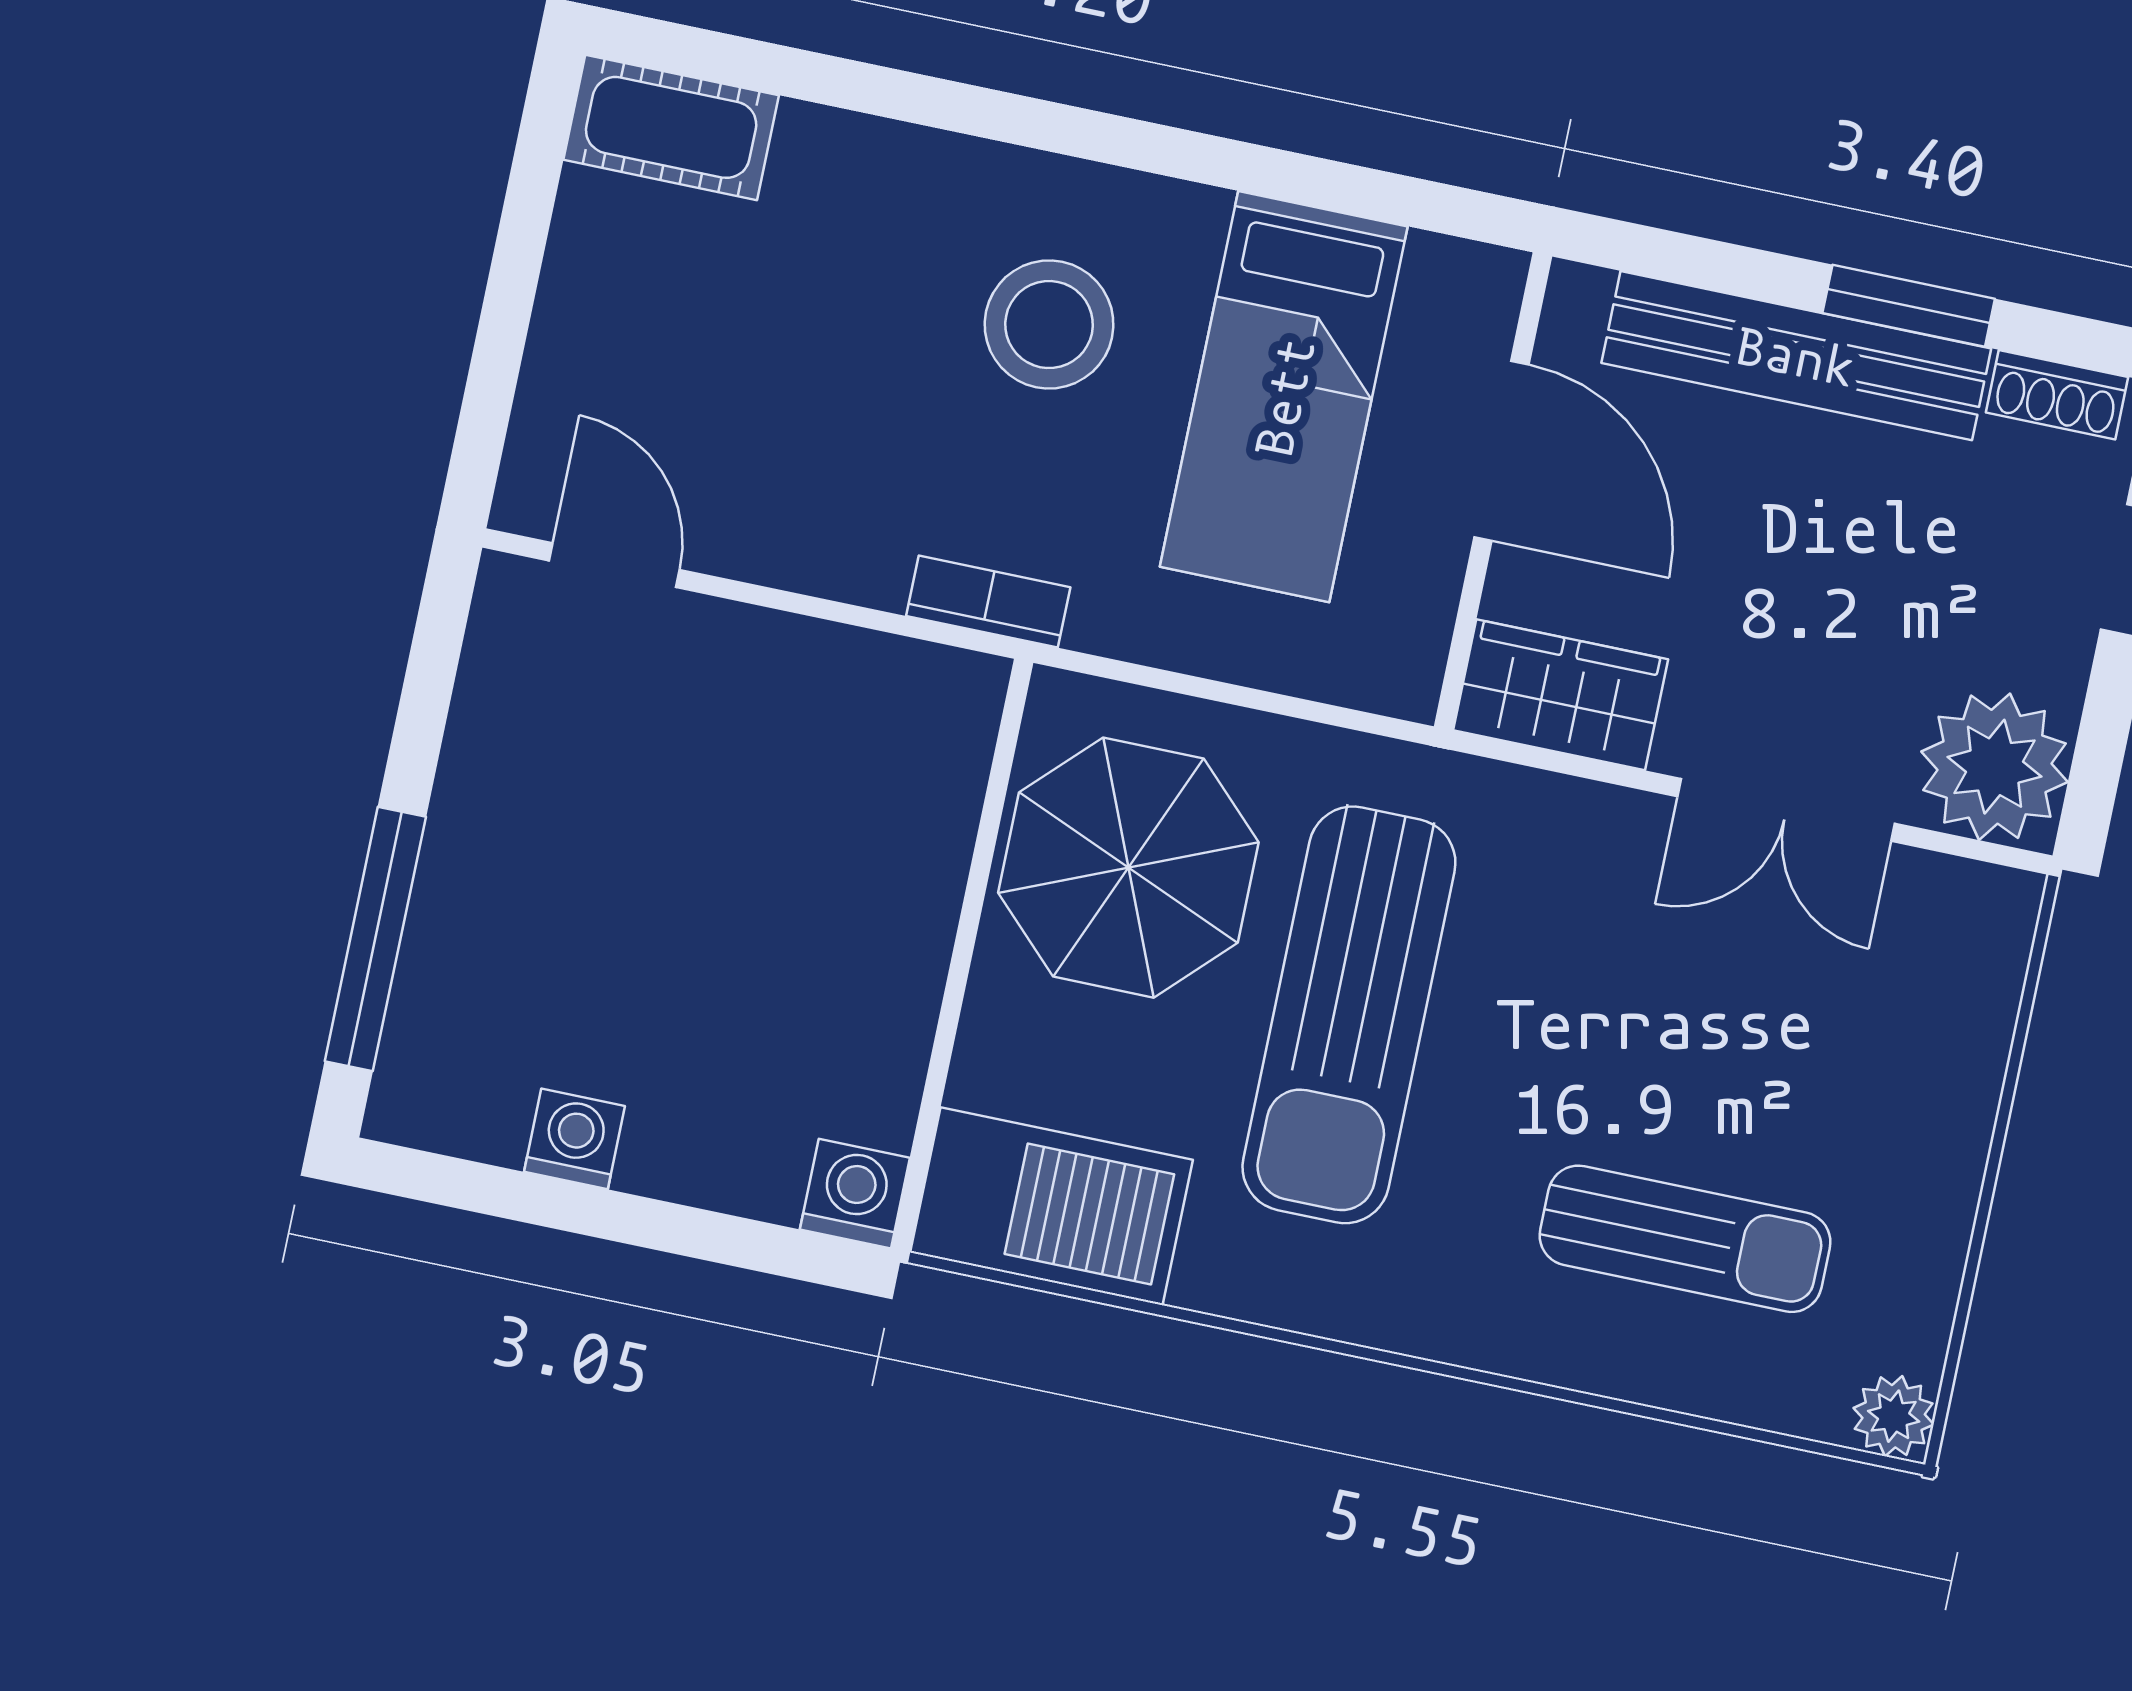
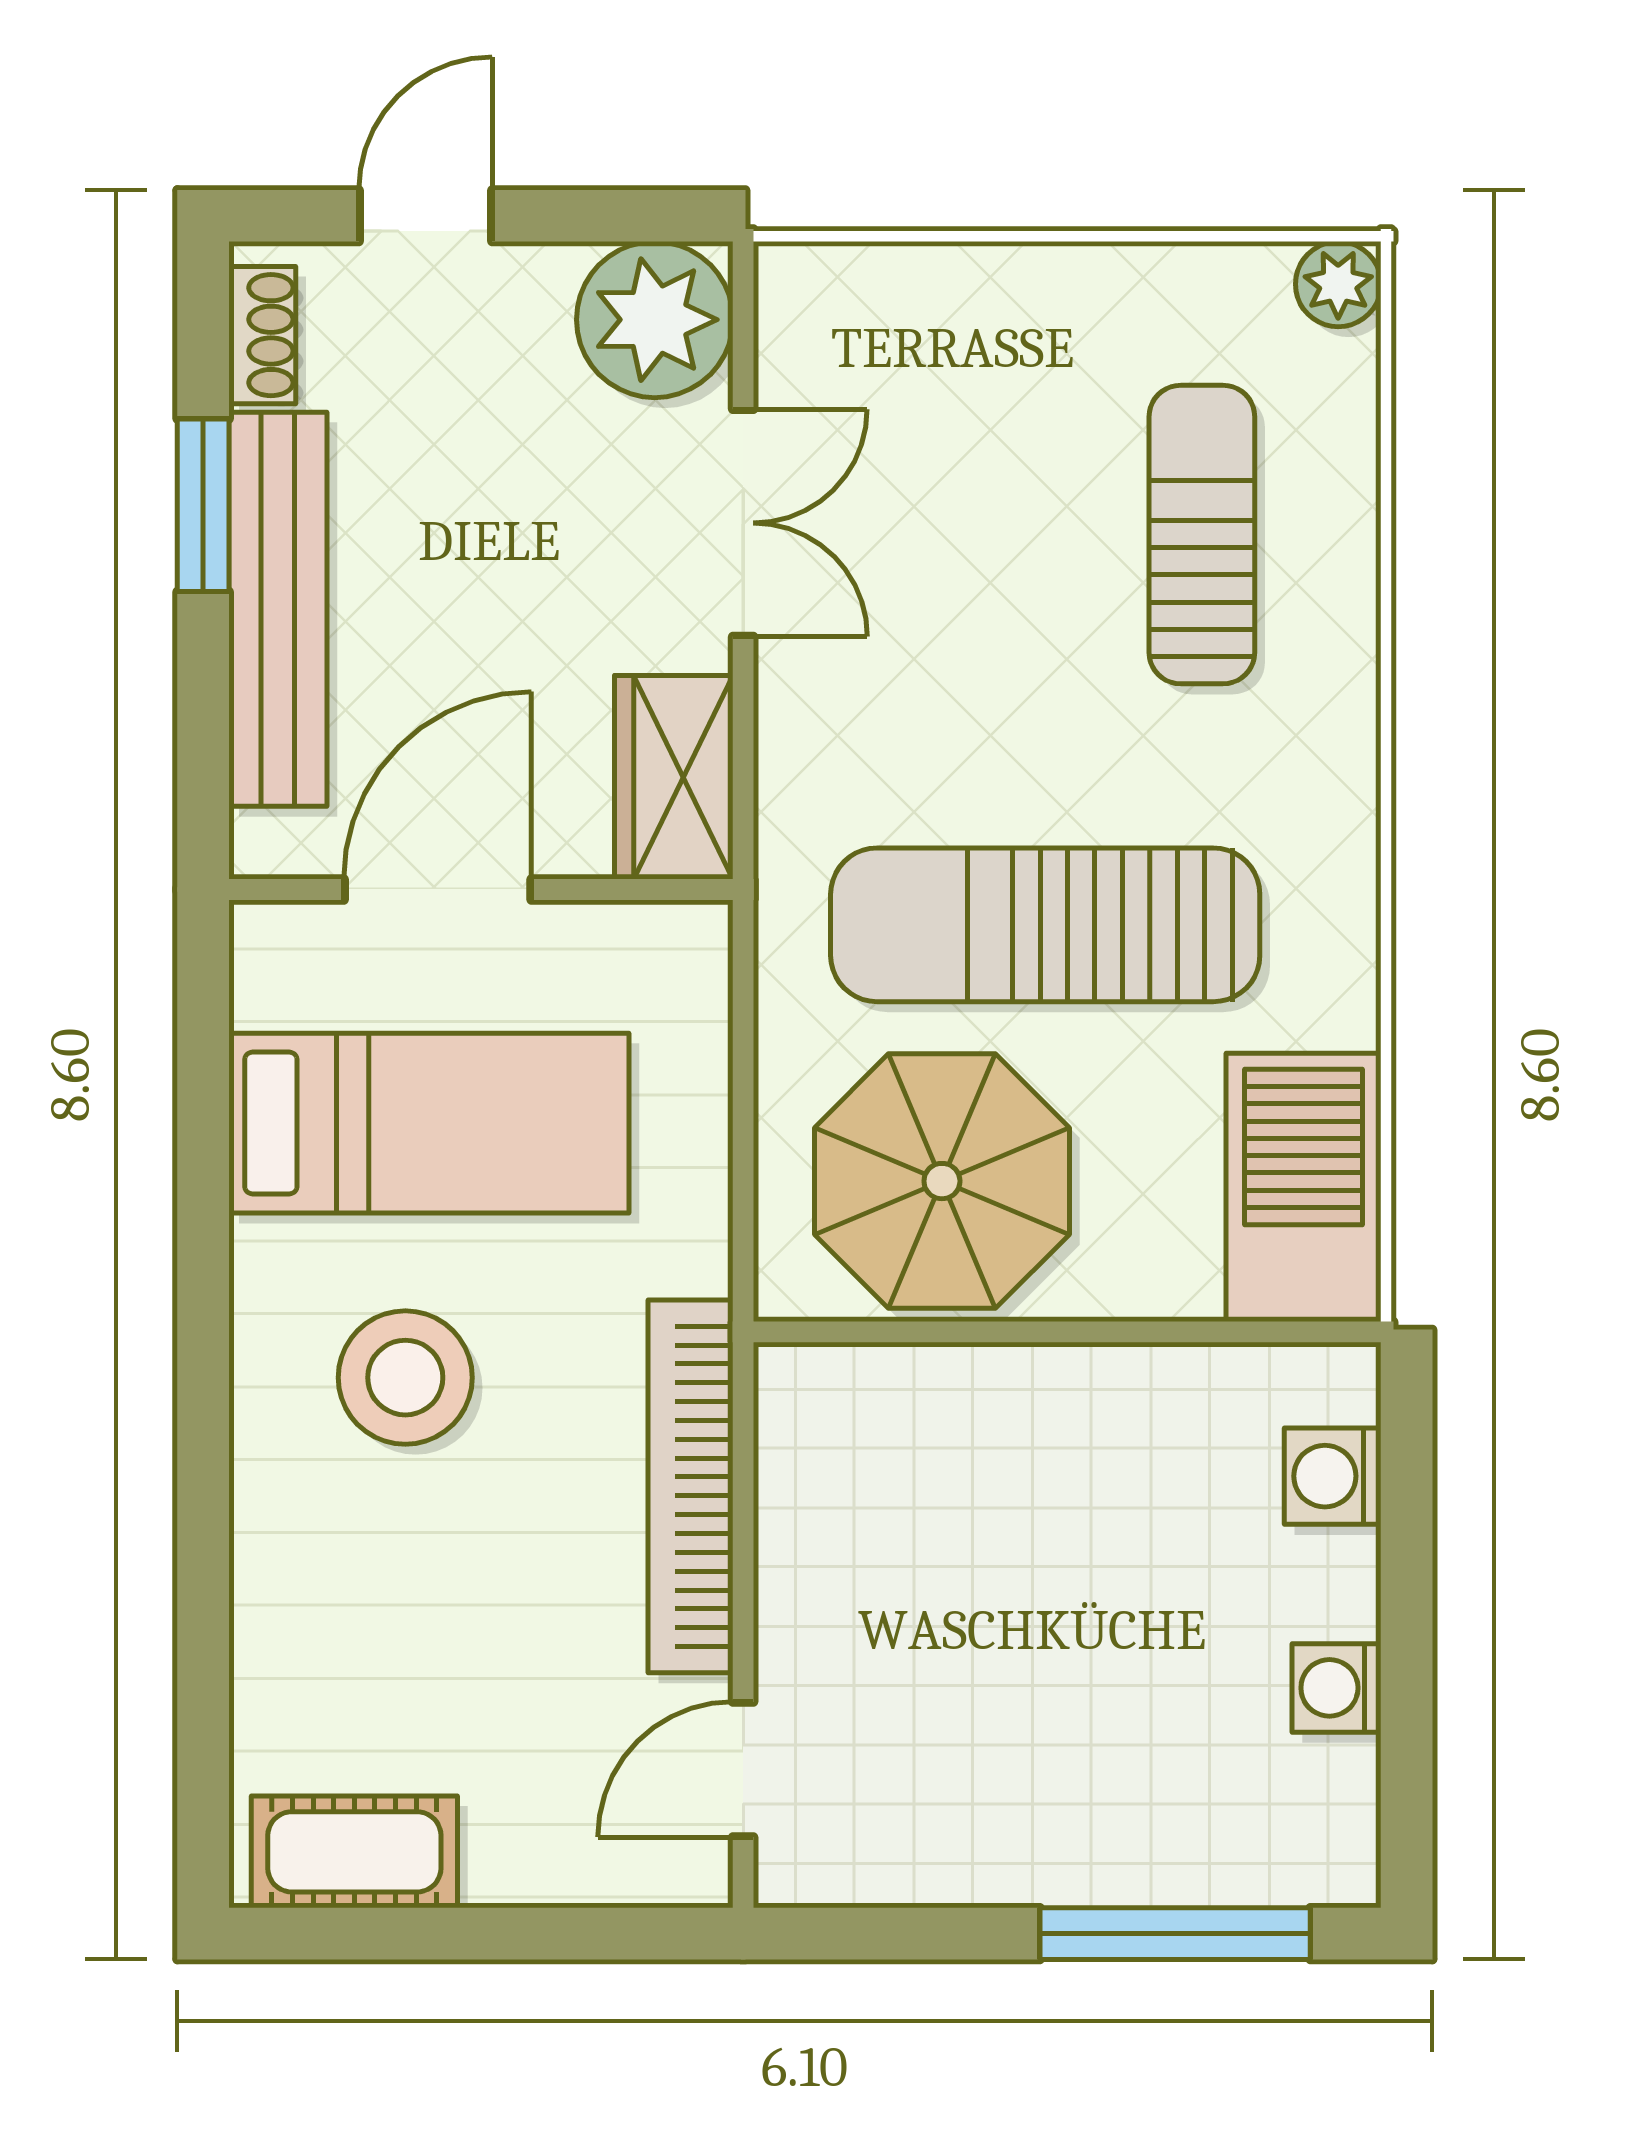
cot: (671, 127) -> (354, 1852), moved, turned 90
bookcase: (988, 602) -> (691, 1486), width x2.31, depth x1.31
sun lounger: (1349, 1015) -> (1045, 925), turned 180
washing machine: (855, 1194) -> (1333, 1476), moved

